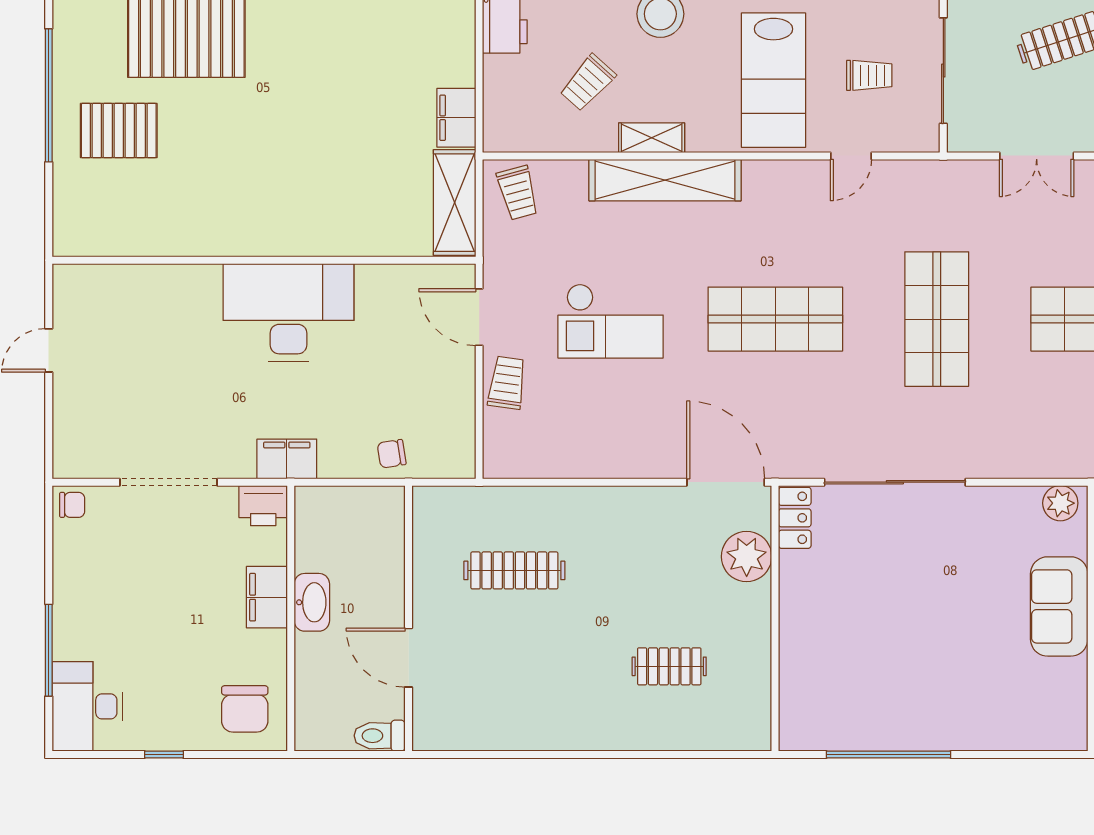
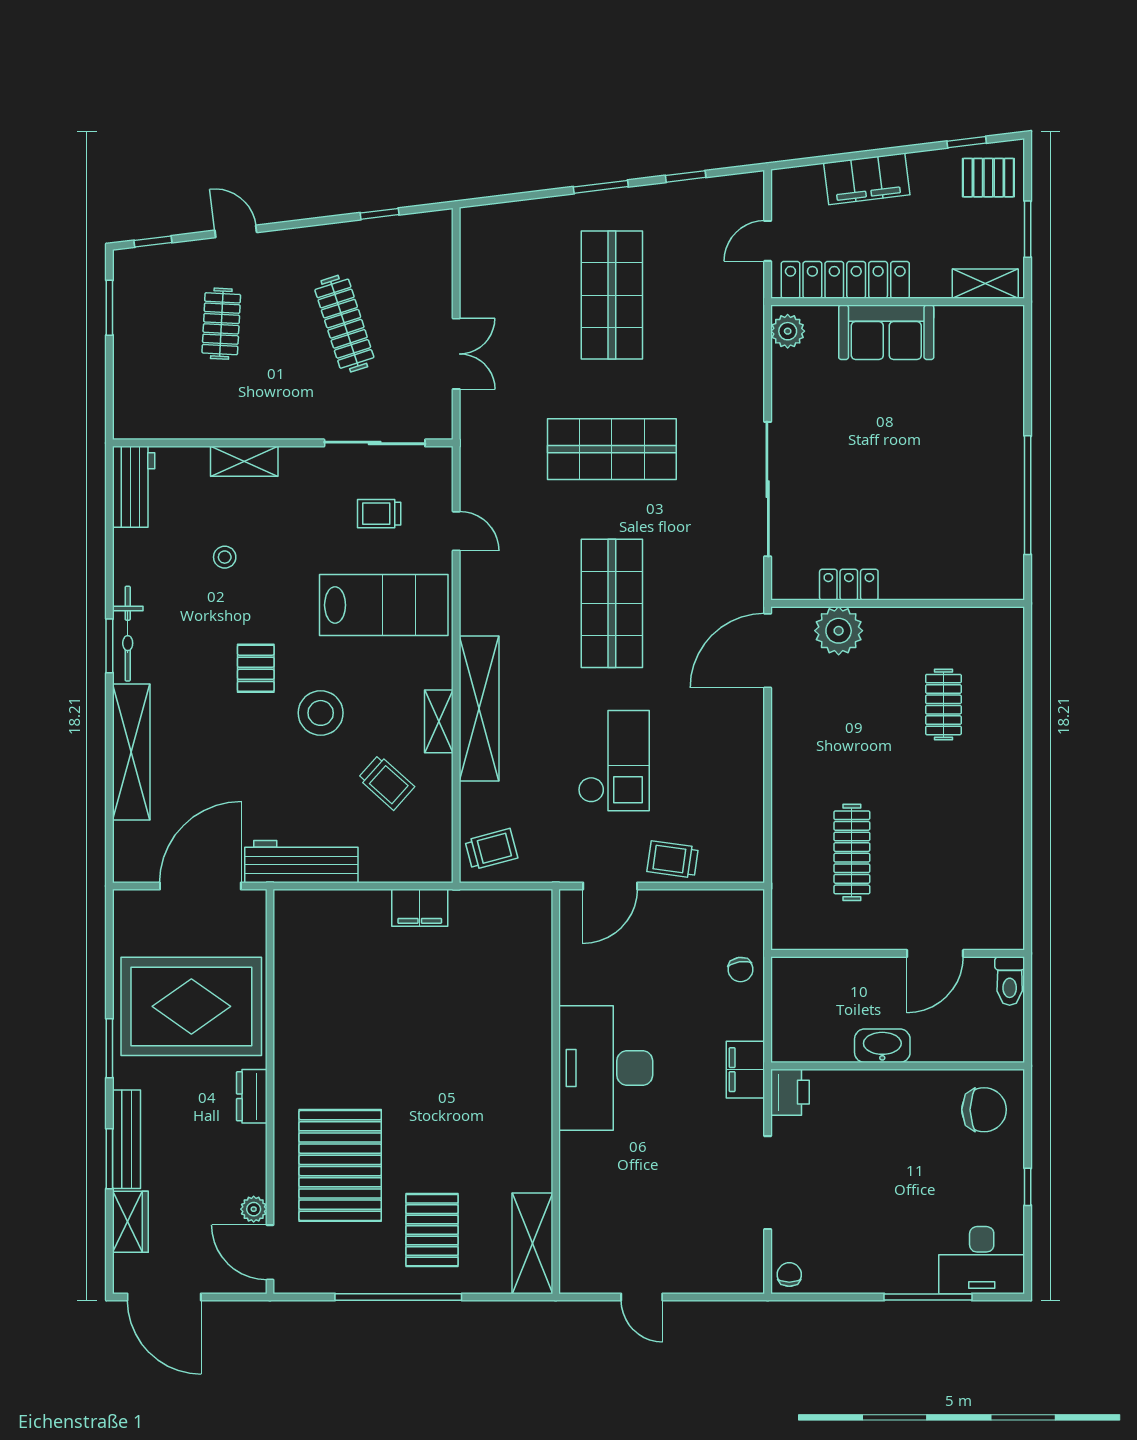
trolley: (869, 75) -> (379, 514), turned -90
shelving: (455, 203) -> (532, 1243), moved, turned 90
locker: (795, 518) -> (849, 585), moved
filing cabinet: (267, 597) -> (877, 1089), removed

